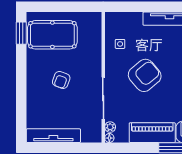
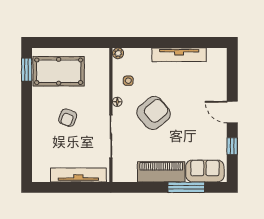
plant: (110, 127) -> (118, 53), moved
tv unit: (53, 136) -> (78, 175), moved
floor lamp: (109, 138) -> (117, 102), moved

